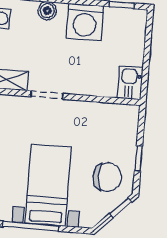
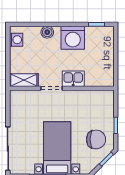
kitchen sink: (130, 83) -> (73, 79), moved, turned 90

